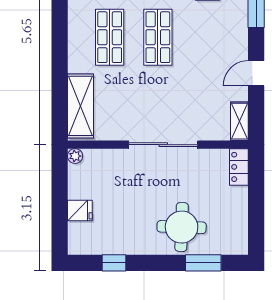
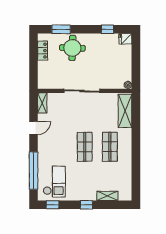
locker: (239, 167) -> (43, 51), moved
fridge: (80, 211) -> (125, 39), moved

